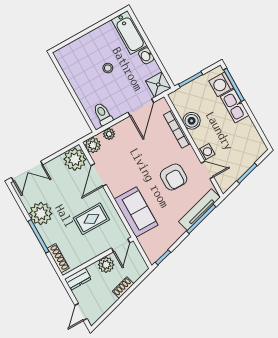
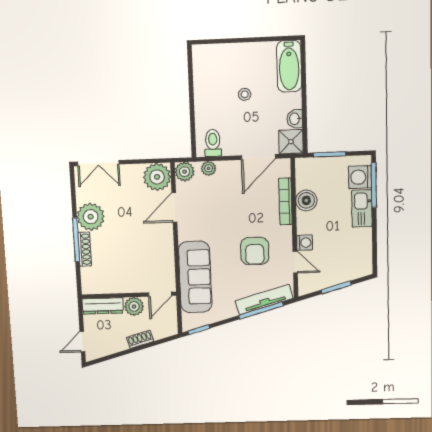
washbasin: (146, 56) -> (295, 119), moved
sofa: (136, 212) -> (195, 277), width x1.36
rug: (91, 219) -> (143, 250), removed
shoe rack: (58, 258) -> (85, 249), moved
dresser: (78, 279) -> (103, 306), width x1.44

